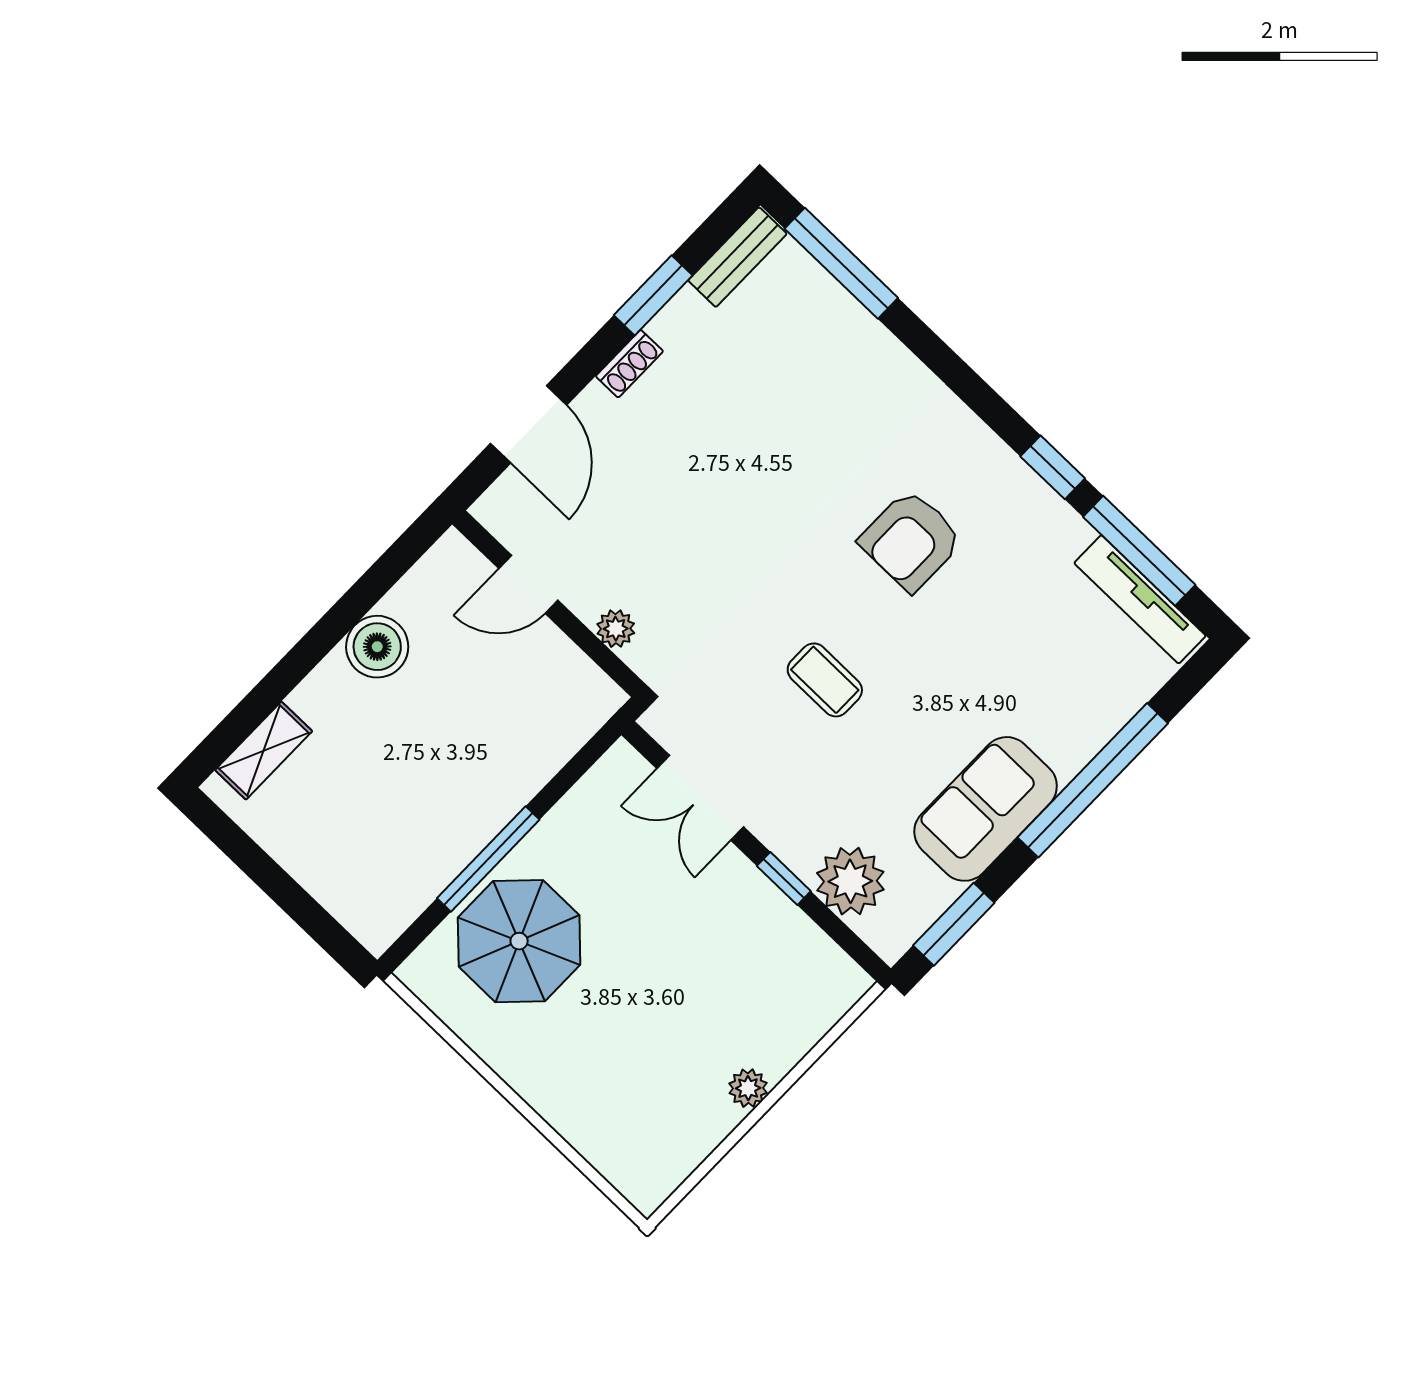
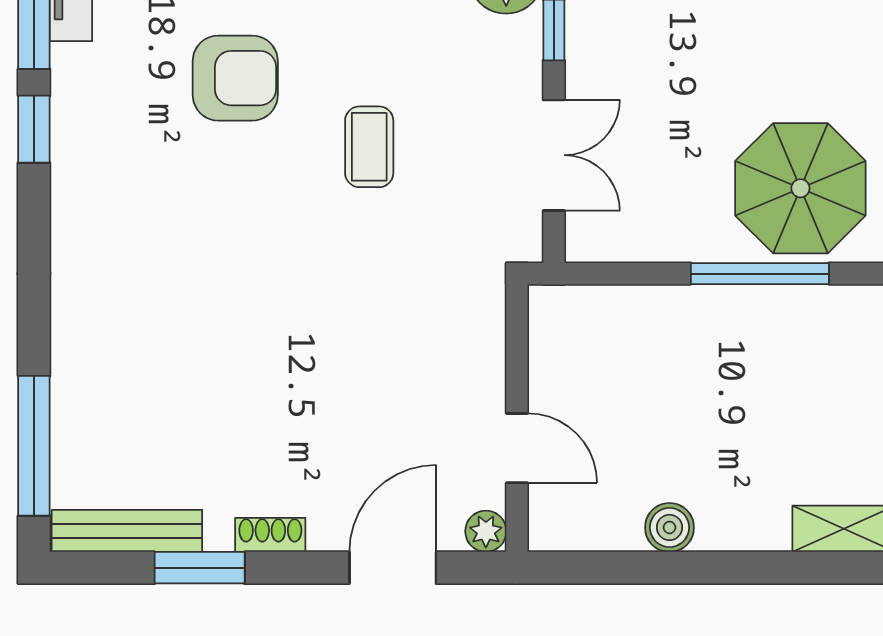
bench: (737, 257) -> (127, 531), width x1.36
armchair: (911, 540) -> (235, 78), moved
plant: (616, 629) -> (486, 531), moved
boiler: (377, 647) -> (669, 527), width x0.73, depth x0.73

